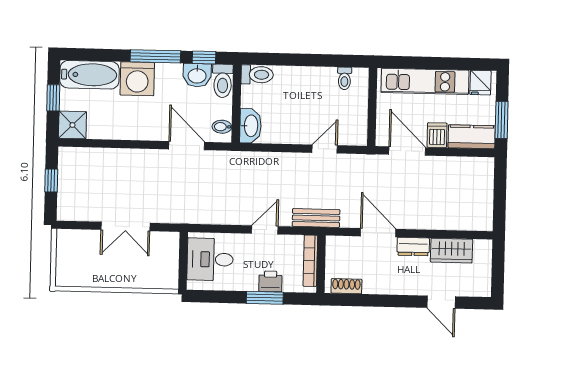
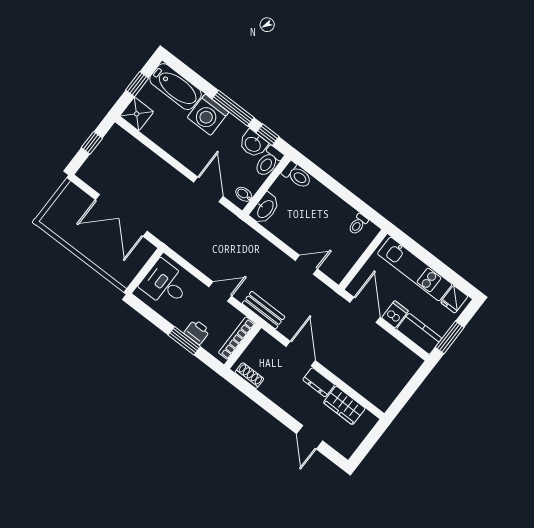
double door: (125, 226) -> (121, 215), width x1.37

